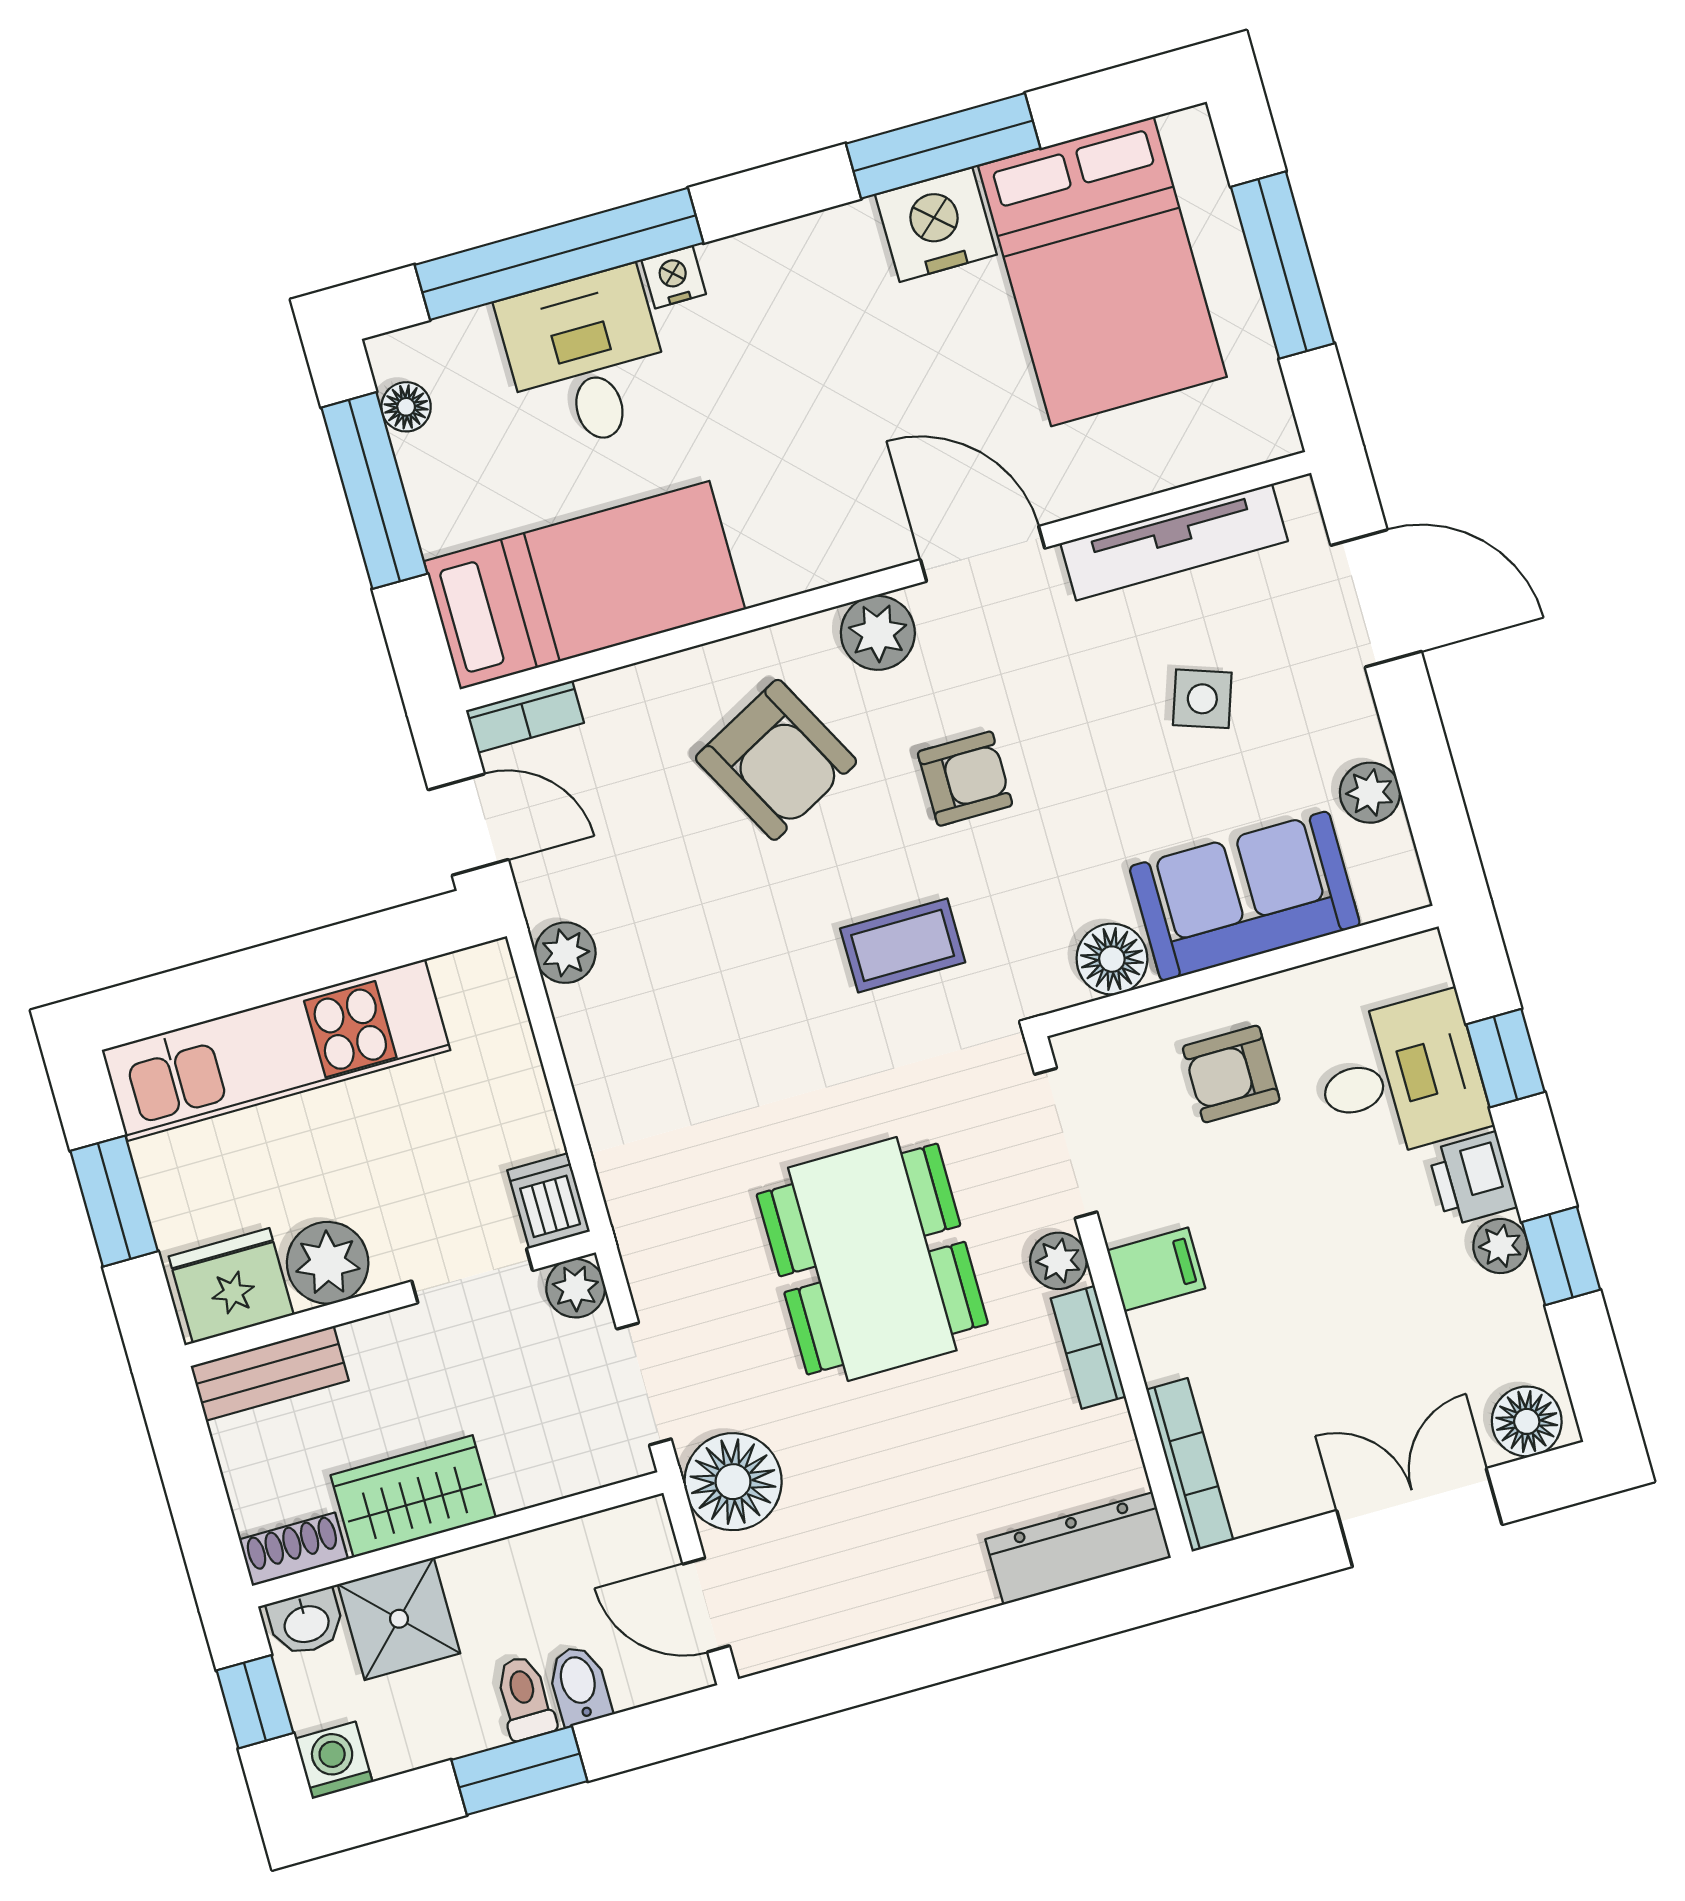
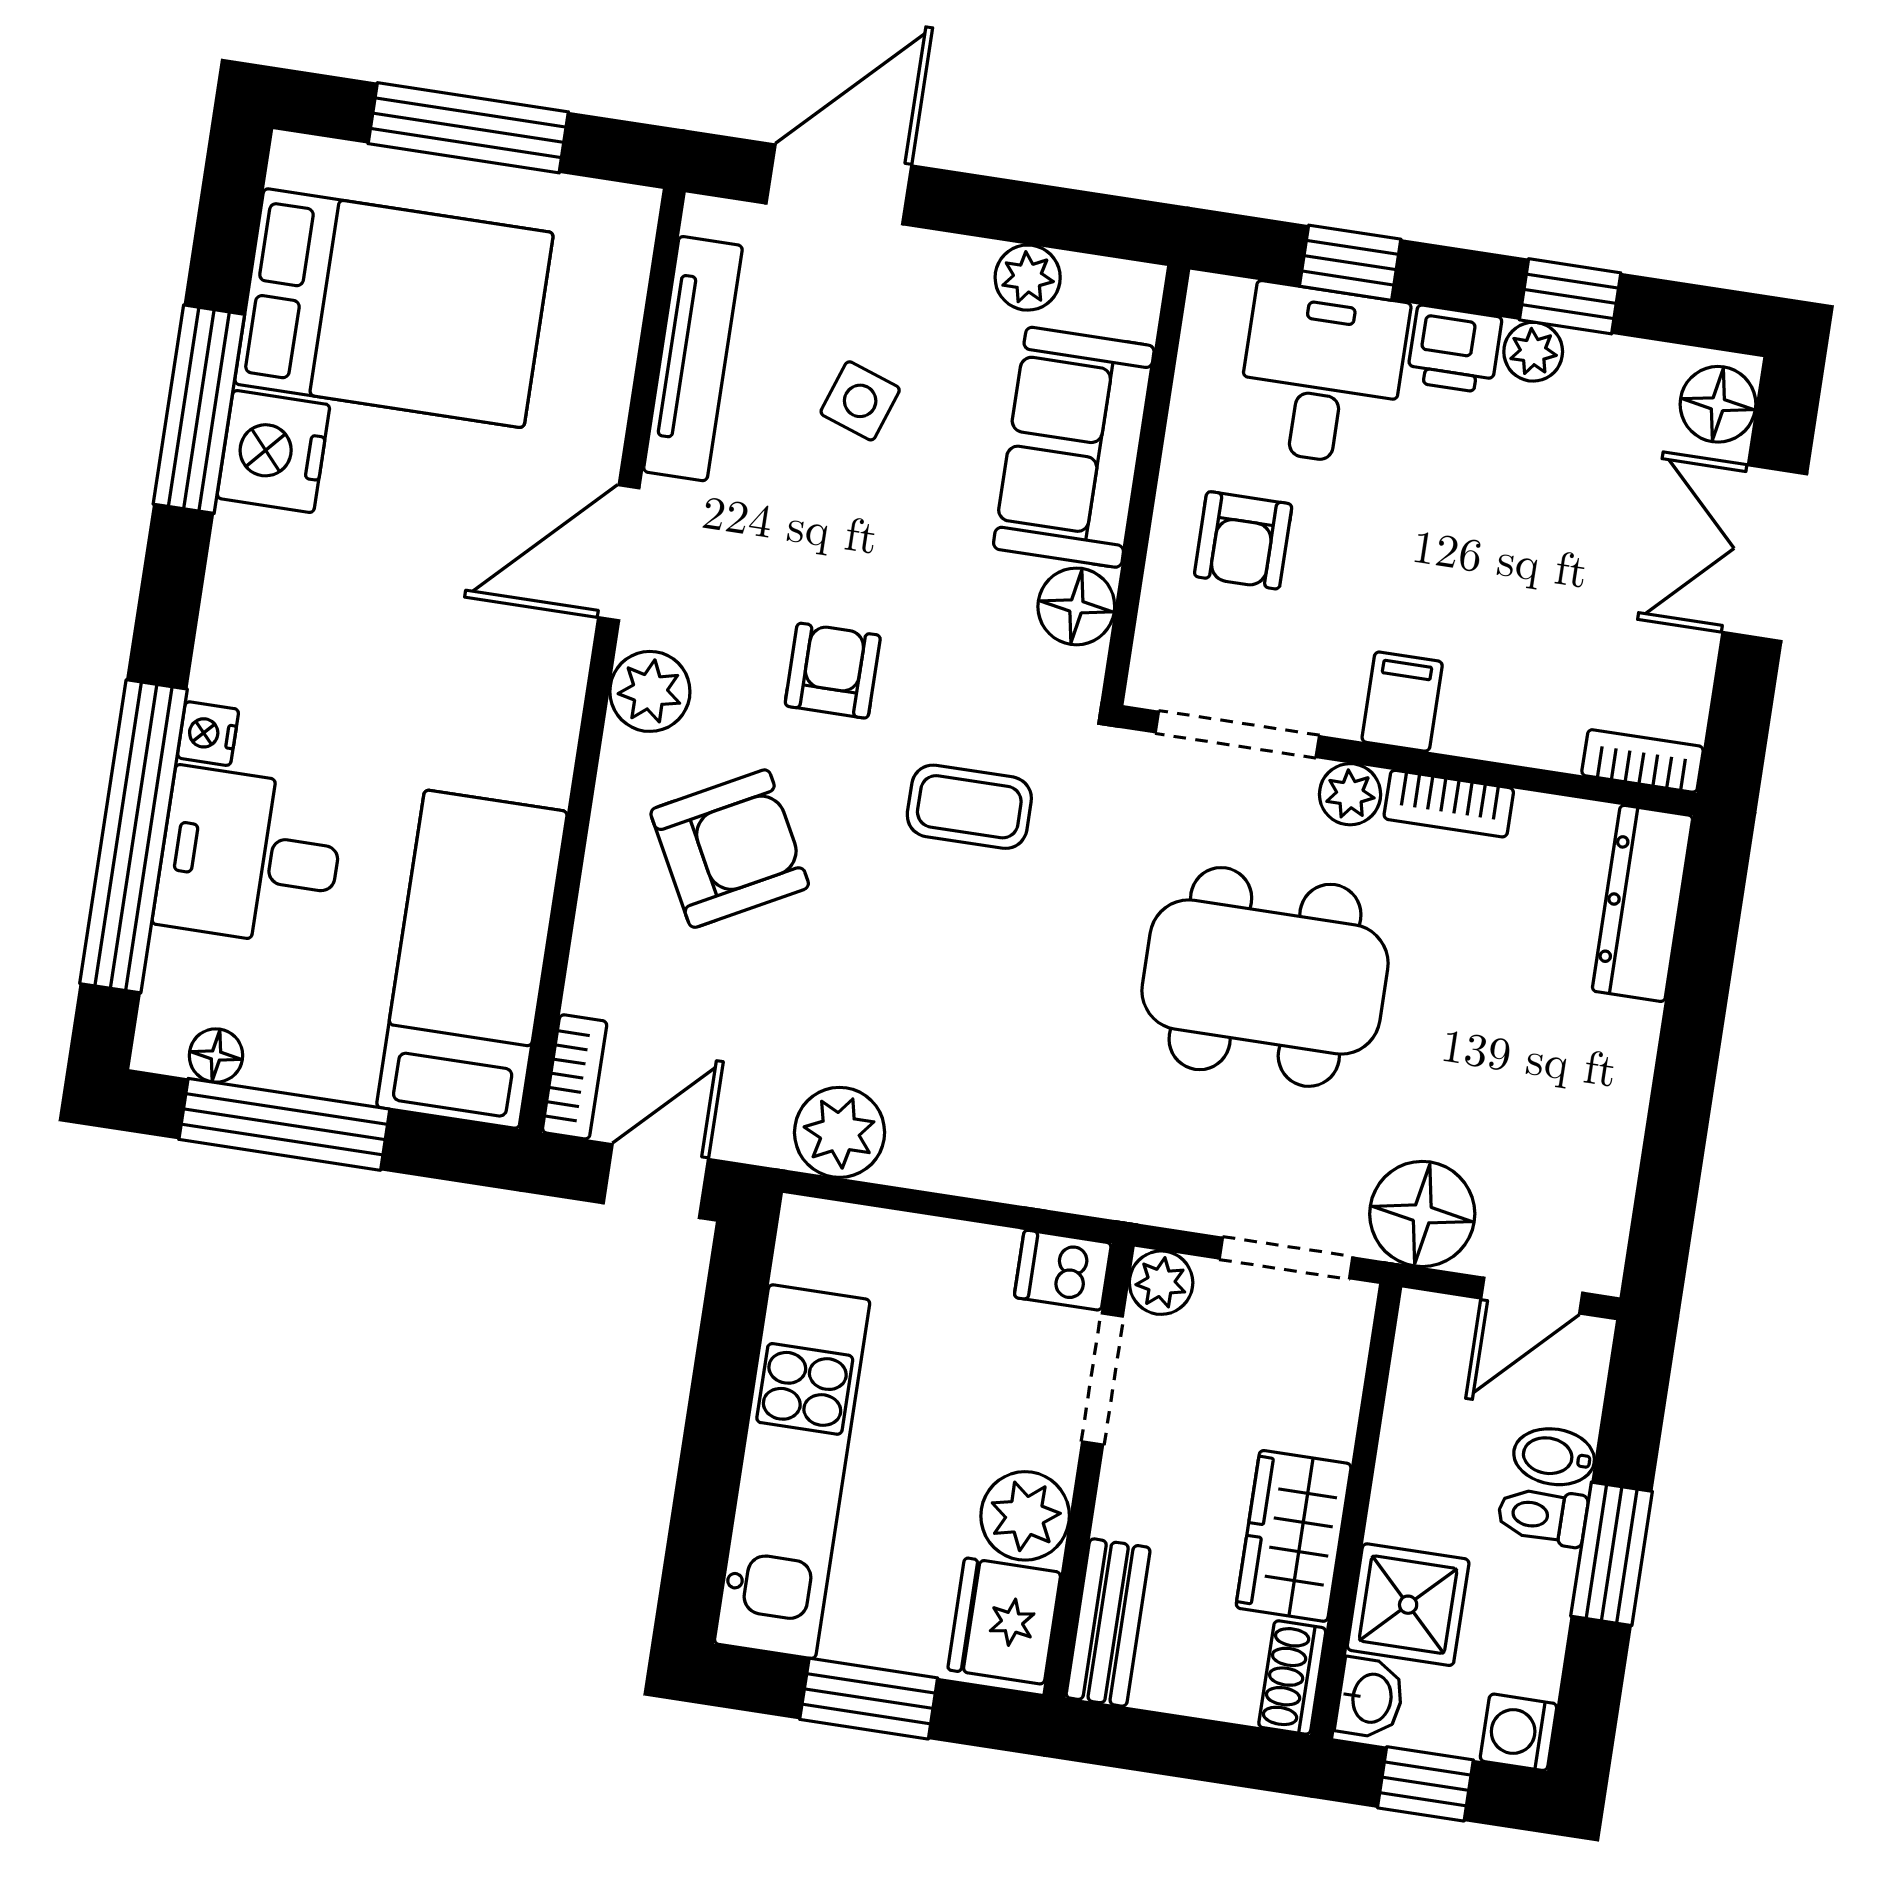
coffee table: (903, 945) -> (969, 807), turned 90
plant: (565, 953) -> (840, 1132), width x1.38, depth x1.38
bookcase: (1190, 1465) -> (1643, 761), width x0.64

